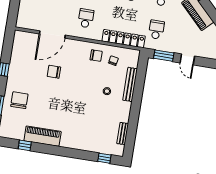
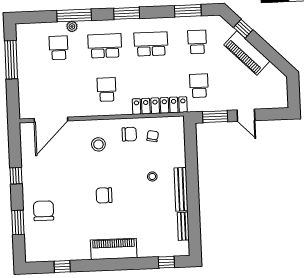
door: (52, 35) -> (51, 120), moved
stool: (71, 58) -> (98, 144), added
chair: (54, 72) -> (104, 195), moved
bench: (130, 84) -> (181, 189), moved
piano: (43, 136) -> (114, 249), moved

